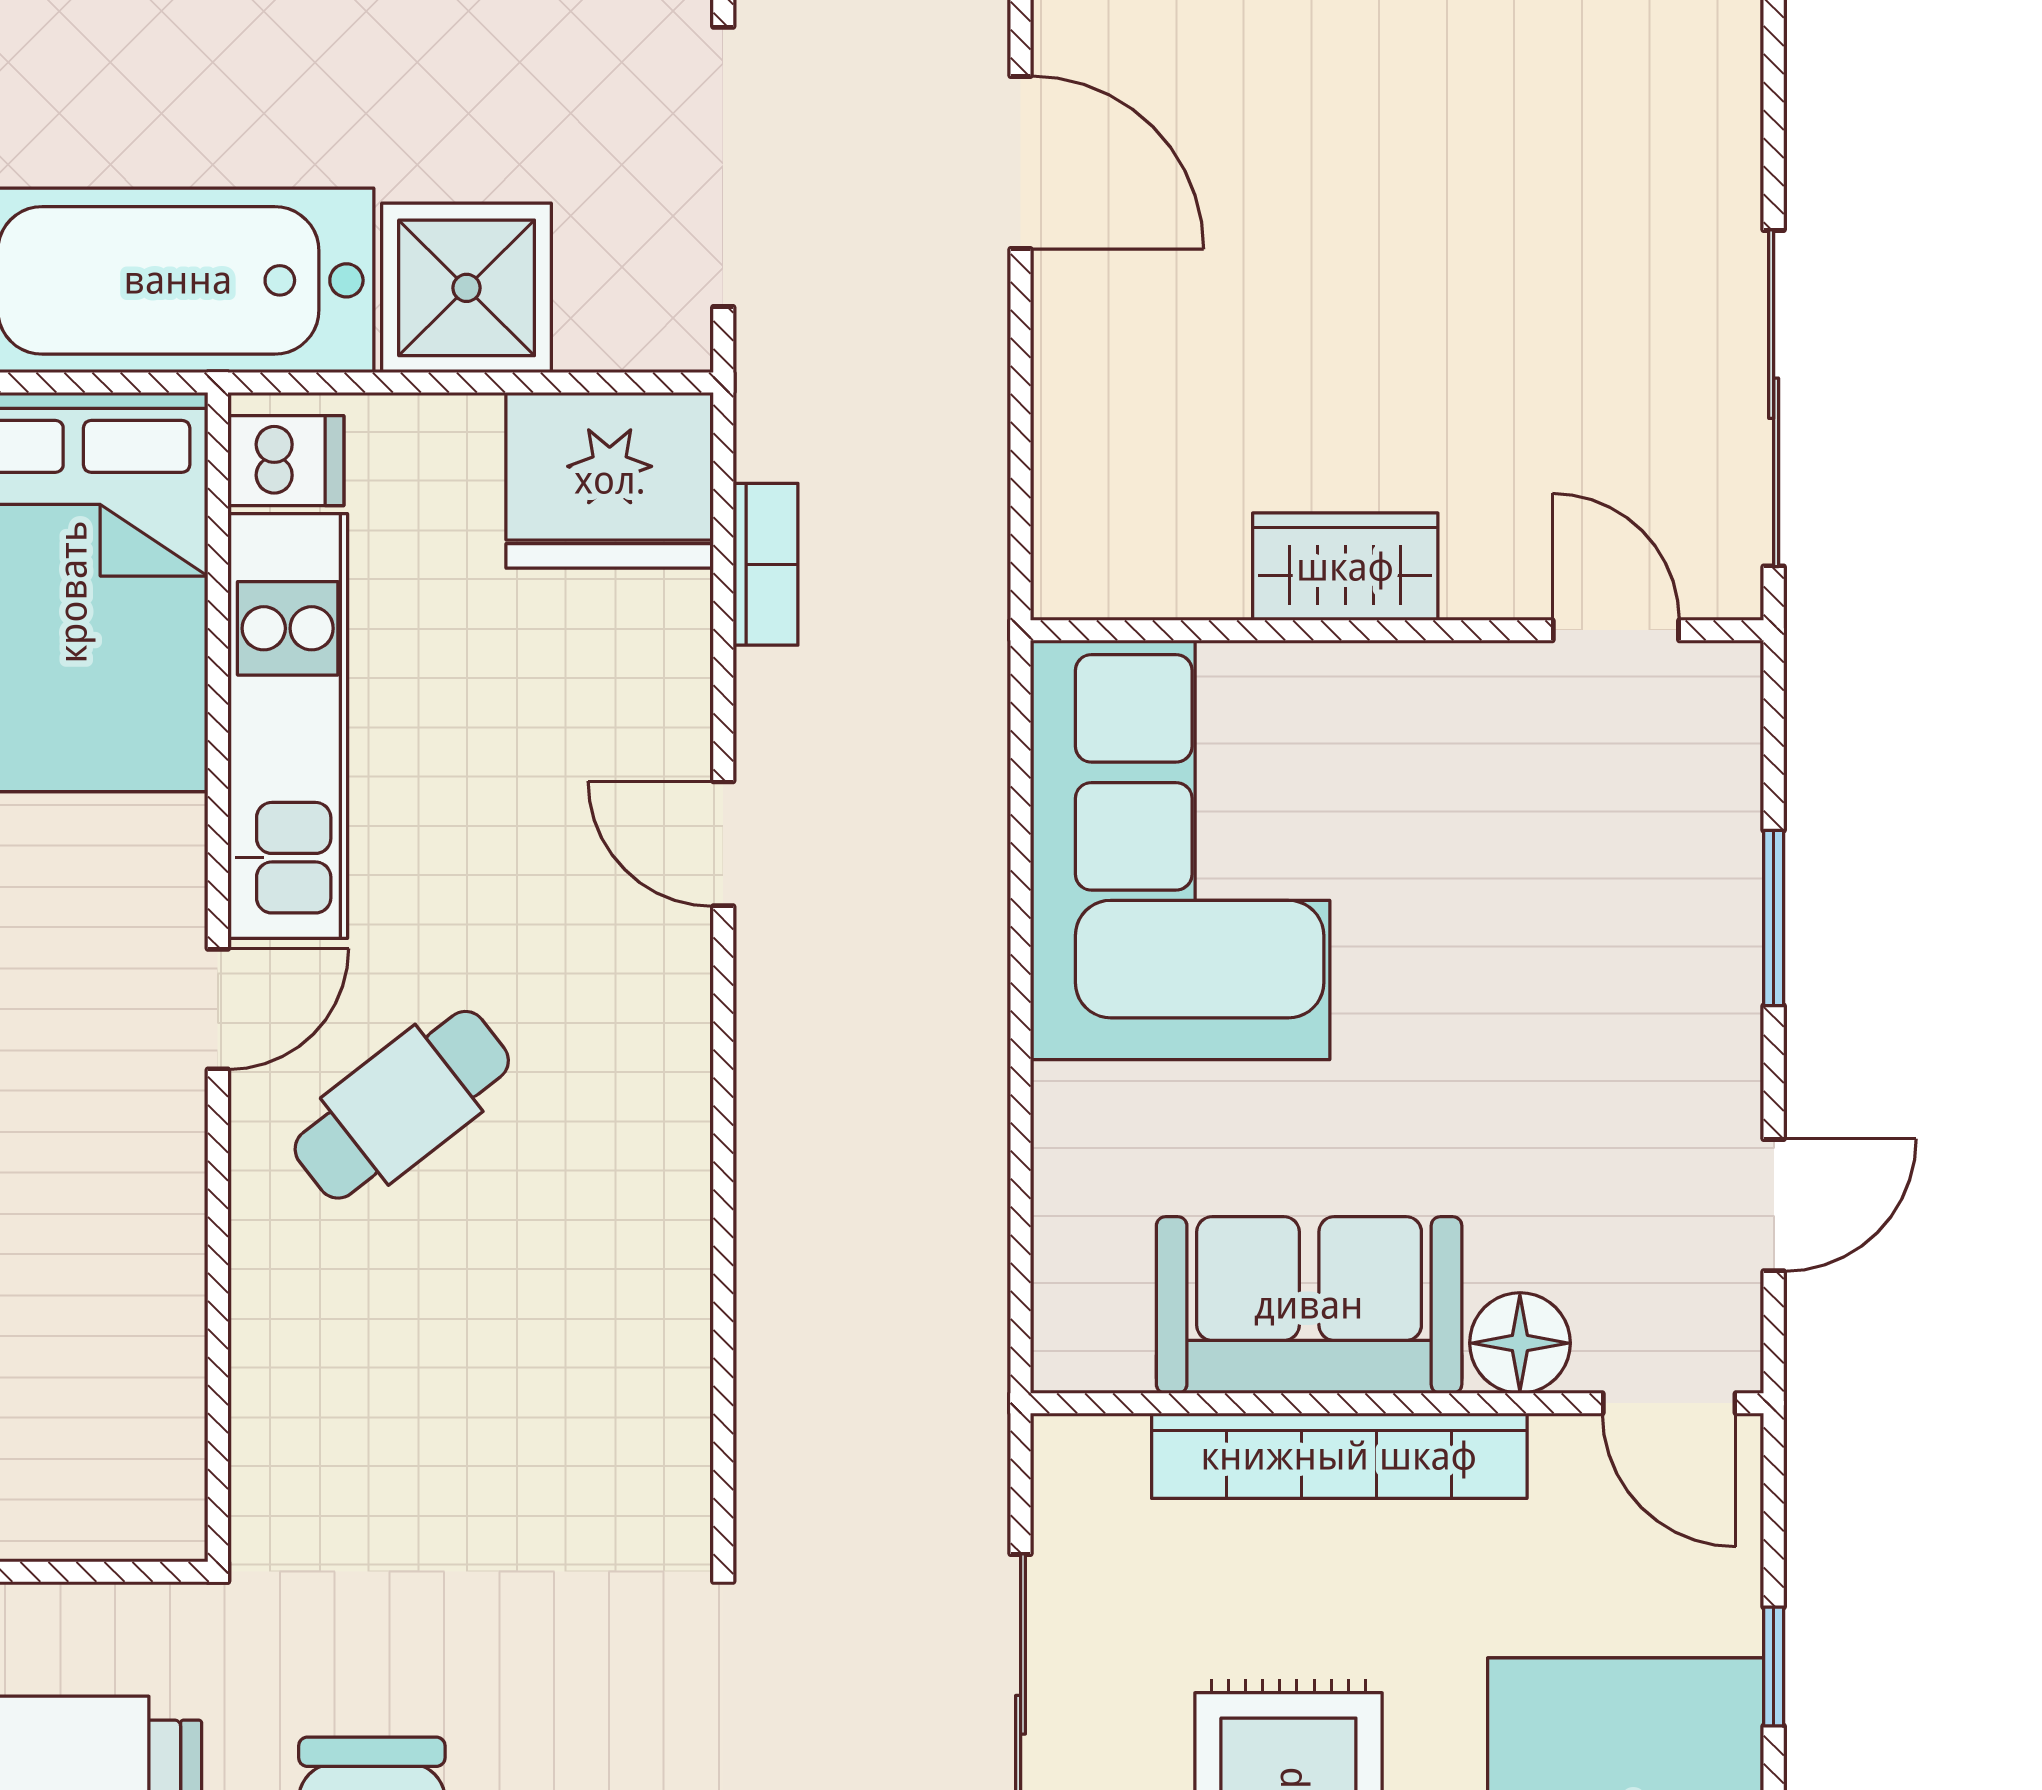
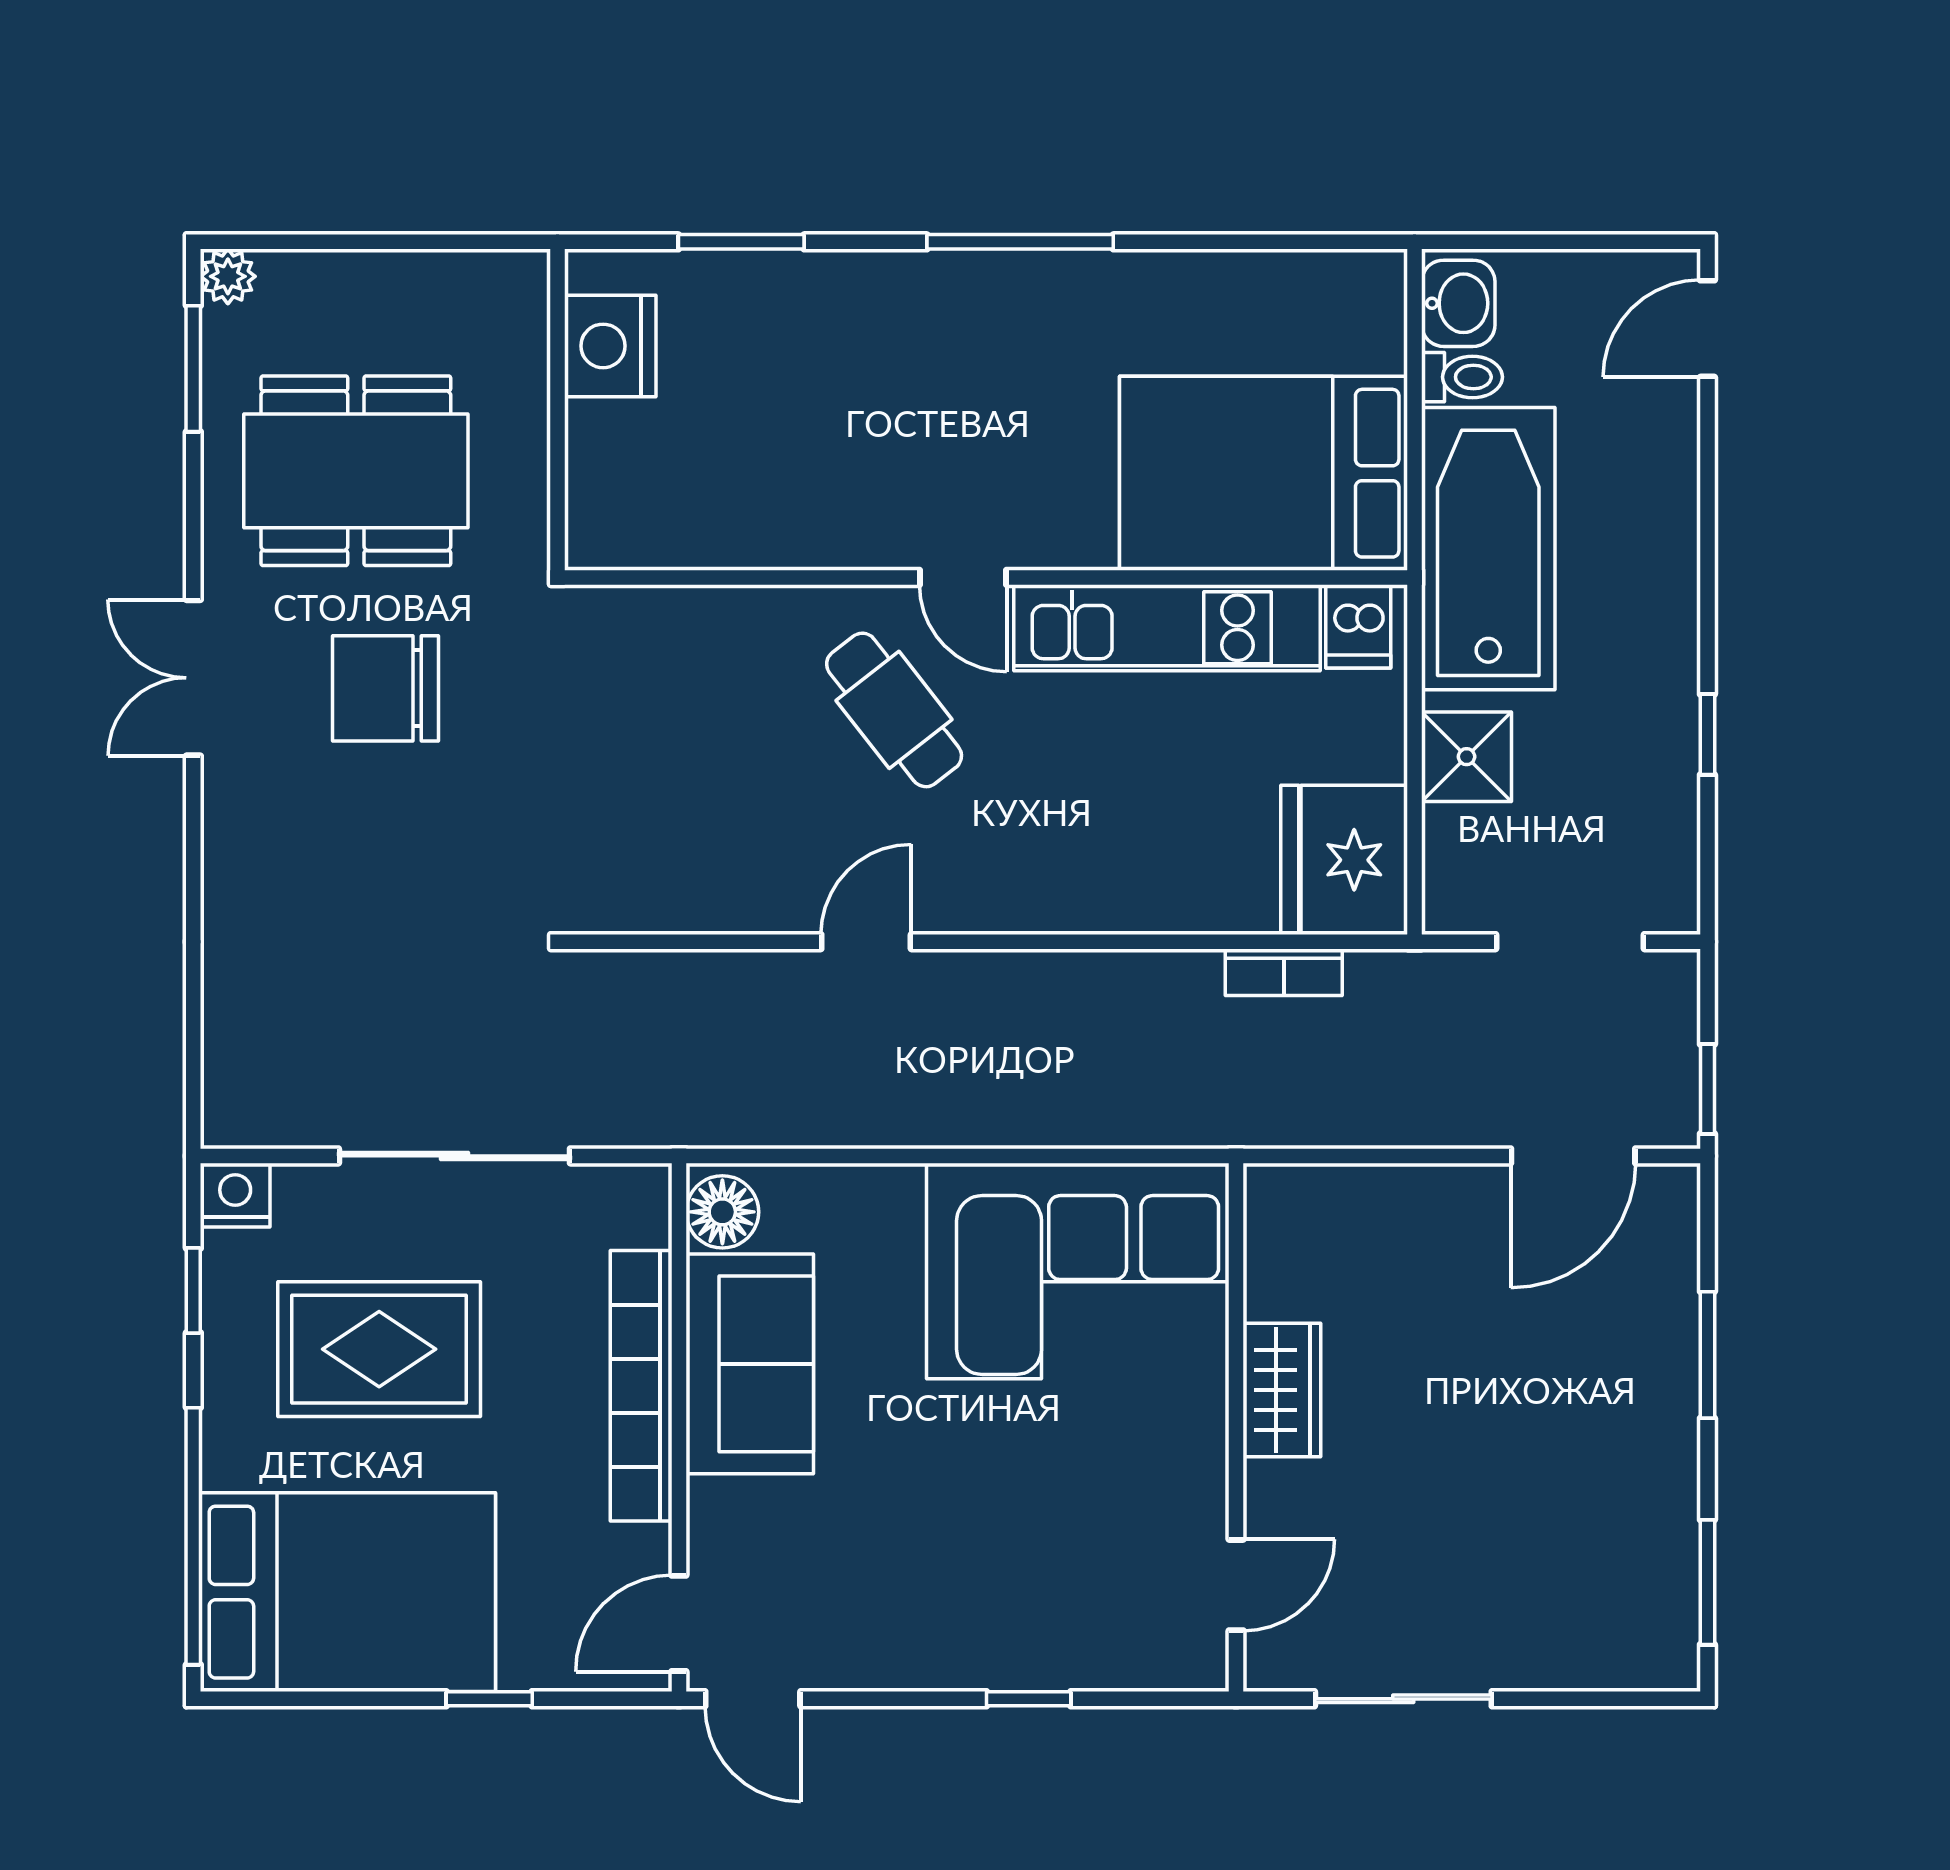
doorway: (723, 167) -> (1570, 942), width x0.73
shower: (467, 288) -> (1467, 757), width x0.73, depth x0.73
sliding door: (1774, 398) -> (1403, 1699), width x0.73
door: (723, 844) -> (866, 942), moved
window: (1774, 918) -> (1029, 1699), width x0.67
door: (1774, 1205) -> (753, 1699), moved
floor lamp: (1520, 1343) -> (722, 1212), moved

